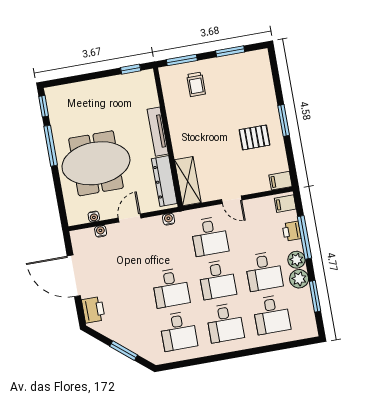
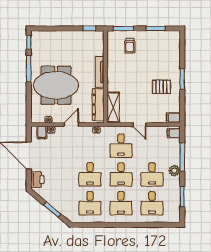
printer: (292, 231) -> (175, 152), removed
filing cabinet: (87, 238) -> (42, 132), added
plant: (299, 279) -> (174, 183), removed

